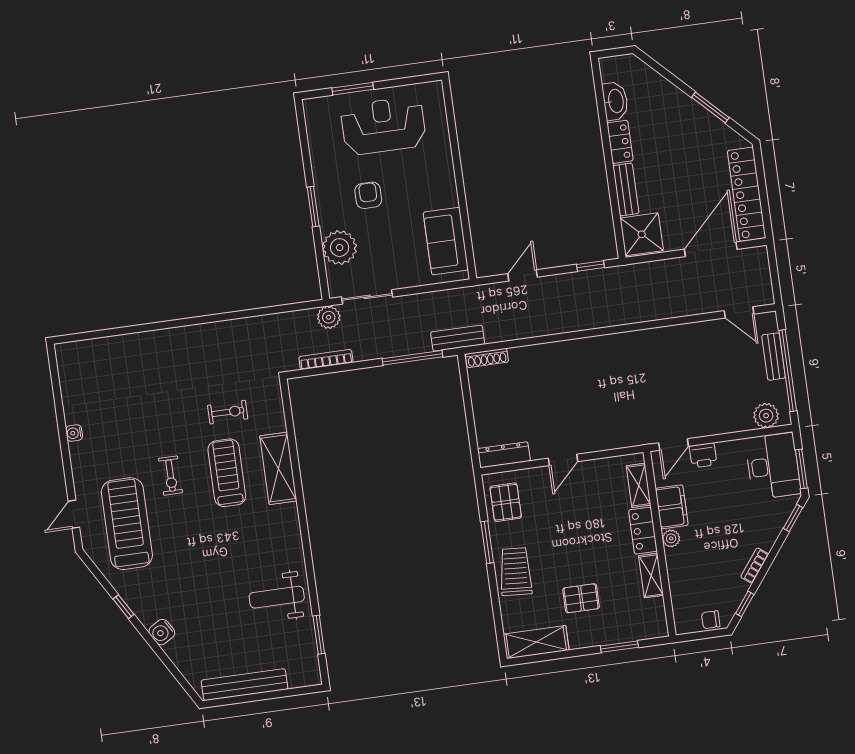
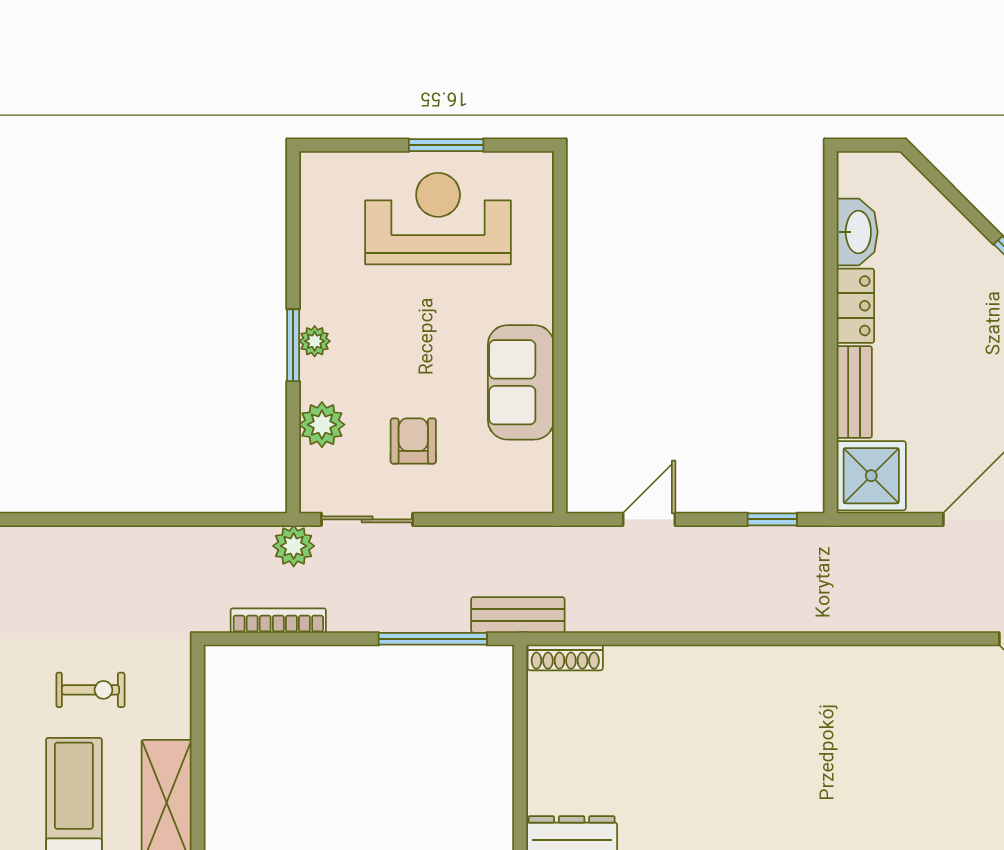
window: (353, 89) -> (446, 145), moved
armchair: (368, 195) -> (413, 441), moved
plant: (325, 203) -> (315, 341), added
sofa: (446, 241) -> (521, 382), moved
plant: (340, 248) -> (322, 425), width x0.73, depth x0.73

